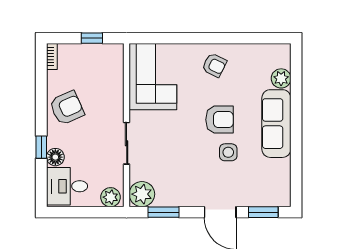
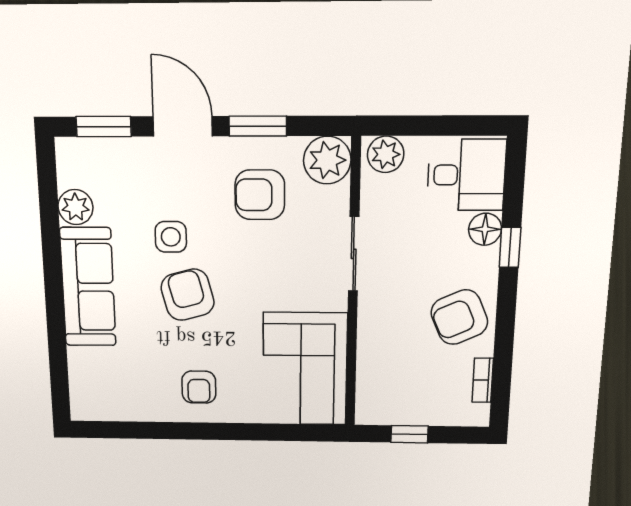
bookcase: (52, 57) -> (483, 380), moved
armchair: (214, 65) -> (199, 387), turned -116
plant: (281, 78) -> (75, 207), moved
armchair: (220, 120) -> (188, 295), turned 75
armchair: (178, 176) -> (260, 195), added
window: (164, 212) -> (258, 126), moved

